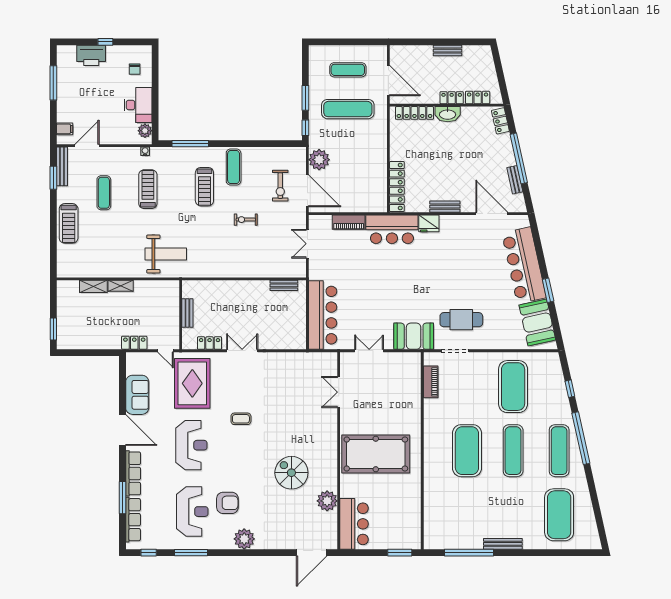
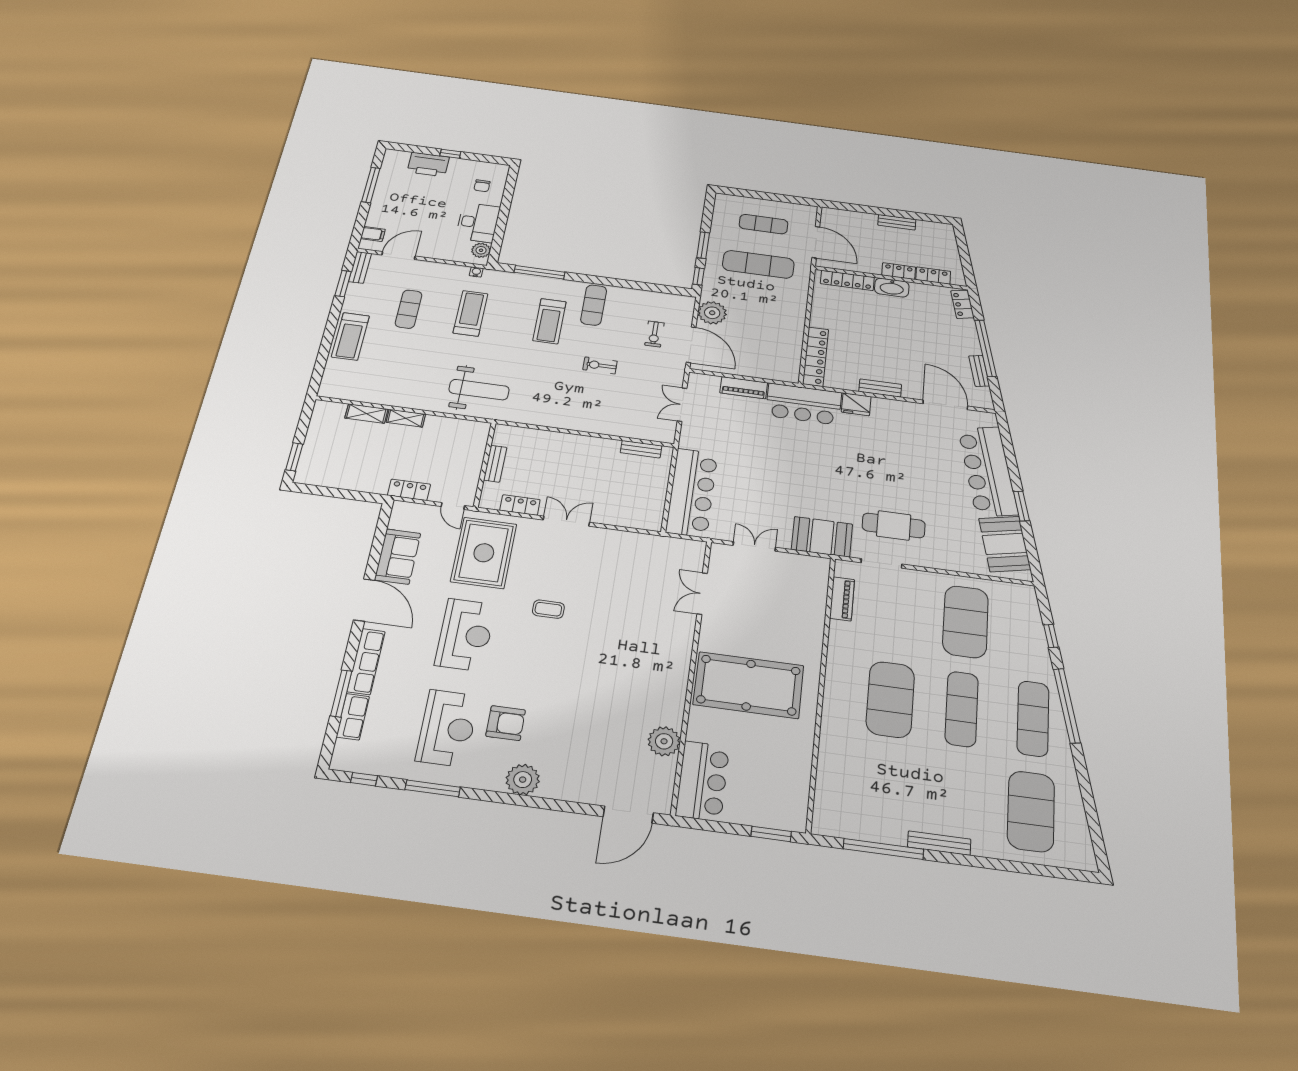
bench: (62, 166) -> (360, 267), width x0.73
exercise bike: (280, 186) -> (654, 334), width x0.73, depth x0.72
spiral stairs: (291, 473) -> (614, 694), removed
row of seats: (133, 520) -> (353, 717), width x0.68

